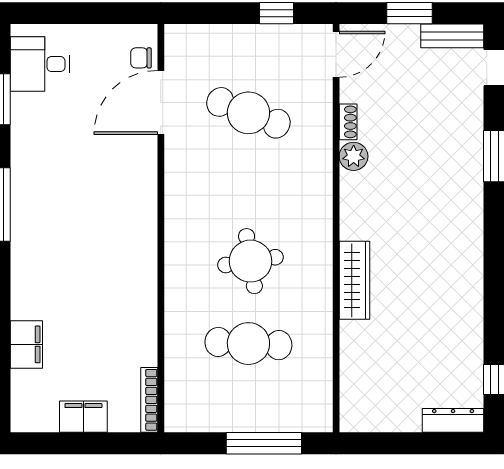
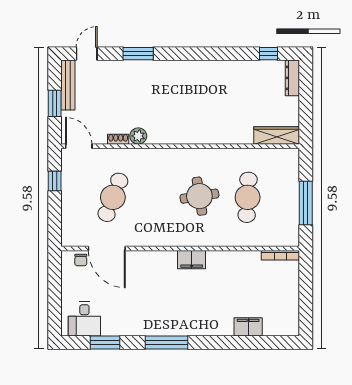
bench: (452, 36) -> (68, 85), width x1.36
wardrobe: (354, 280) -> (277, 135), moved
filing cabinet: (83, 417) -> (192, 260), moved, turned -90
window: (264, 443) -> (306, 203), moved

